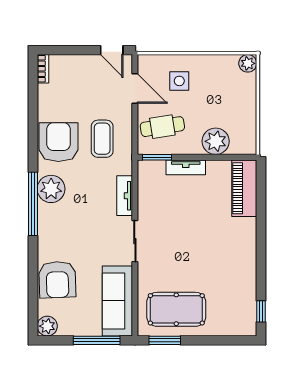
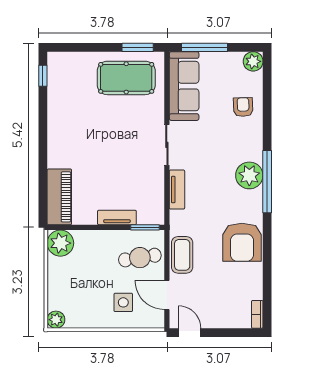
coffee table: (102, 139) -> (182, 255), moved
plant: (216, 141) -> (60, 243), moved
plant: (51, 189) -> (249, 175), moved
armchair: (57, 280) -> (243, 107), width x0.53, depth x0.53

